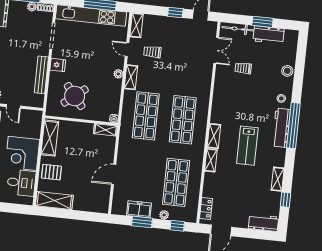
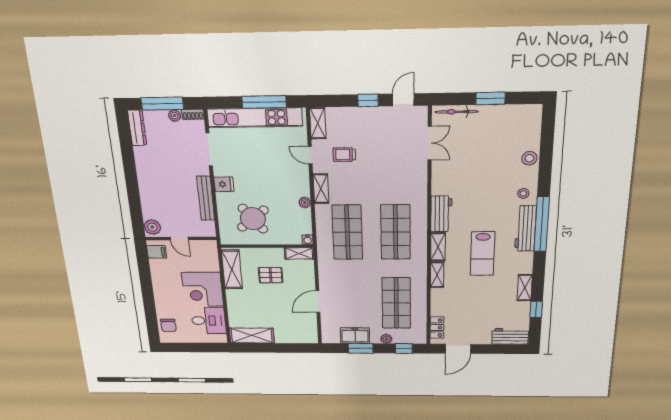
workbench: (269, 35) -> (441, 214), moved, turned -90
trolley: (243, 68) -> (469, 162), removed
plant: (118, 74) -> (305, 203), moved
pallet: (51, 172) -> (271, 275), moved

